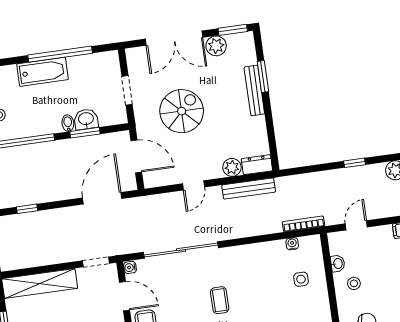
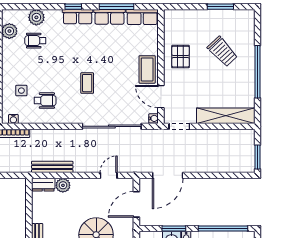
door: (136, 156) -> (136, 204), hinge flipped
door: (194, 185) -> (109, 175), moved
window: (27, 209) -> (227, 175), removed
water cooler: (292, 244) -> (13, 119), moved
wheelchair: (269, 271) -> (45, 101), added

